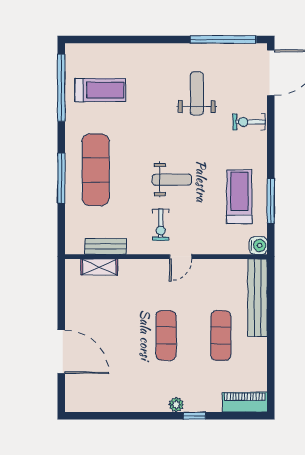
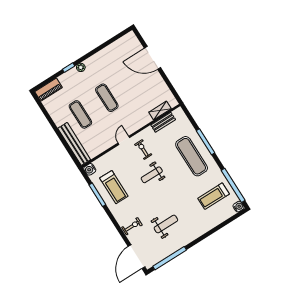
water cooler: (73, 51) -> (239, 207), added
weight bench: (197, 93) -> (166, 224), turned -90

